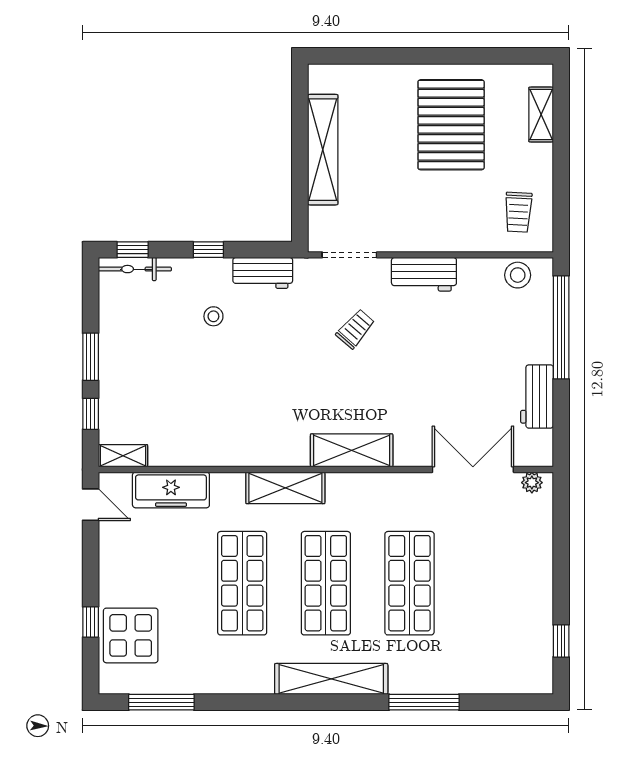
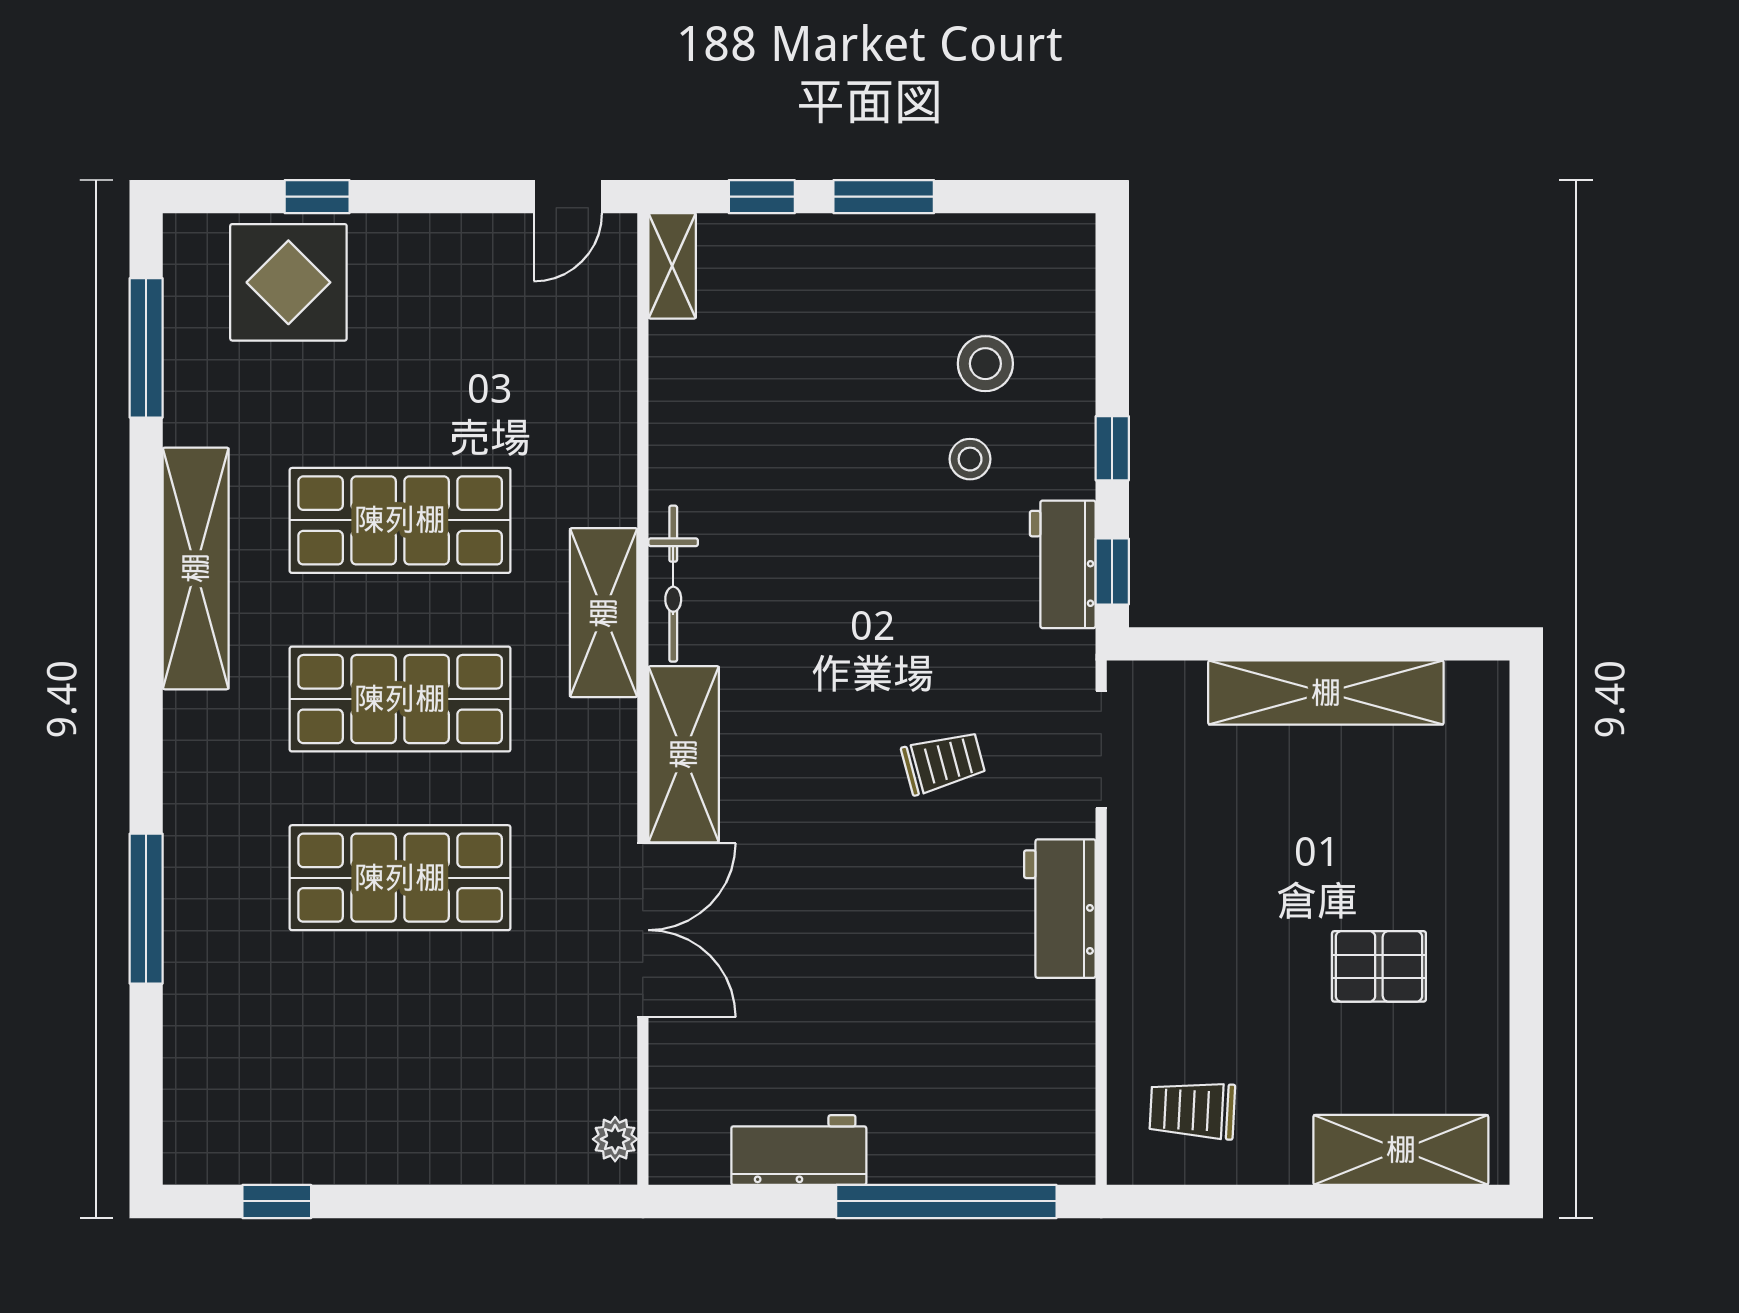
shelving: (541, 115) -> (1401, 1150), width x1.50, depth x1.33
pallet: (451, 125) -> (1379, 966), width x0.49, depth x0.50
window: (133, 250) -> (1112, 572), moved
bicycle: (135, 269) -> (673, 584), moved, turned 180
stool: (518, 275) -> (985, 364), moved
trolley: (355, 329) -> (943, 762), turned -56
double door: (473, 469) -> (643, 930), moved
freezer: (171, 490) -> (599, 368), removed
shelving: (331, 679) -> (196, 568), moved

